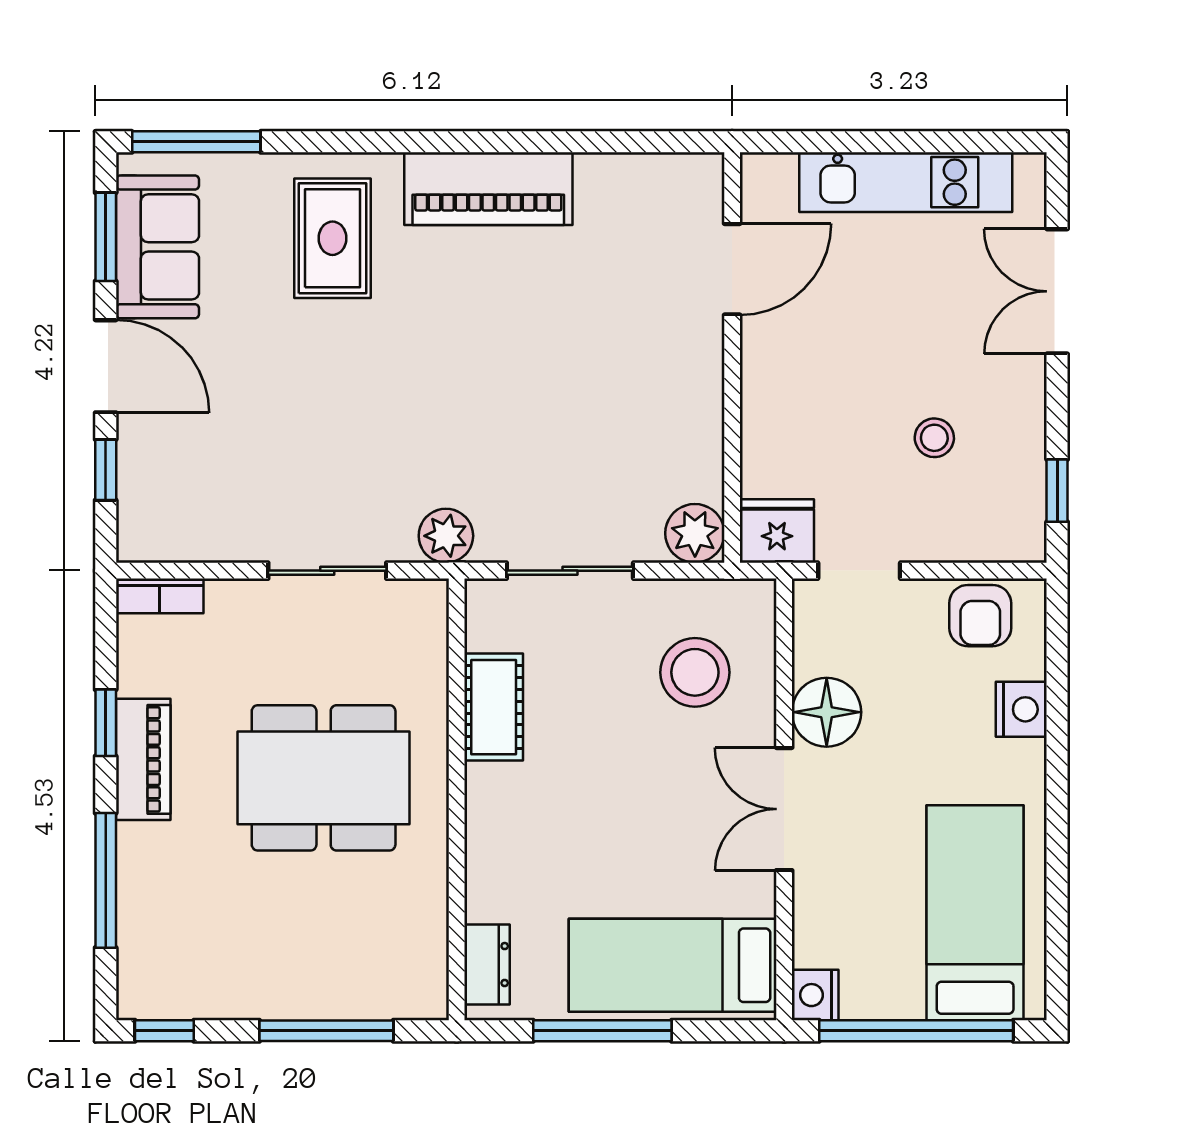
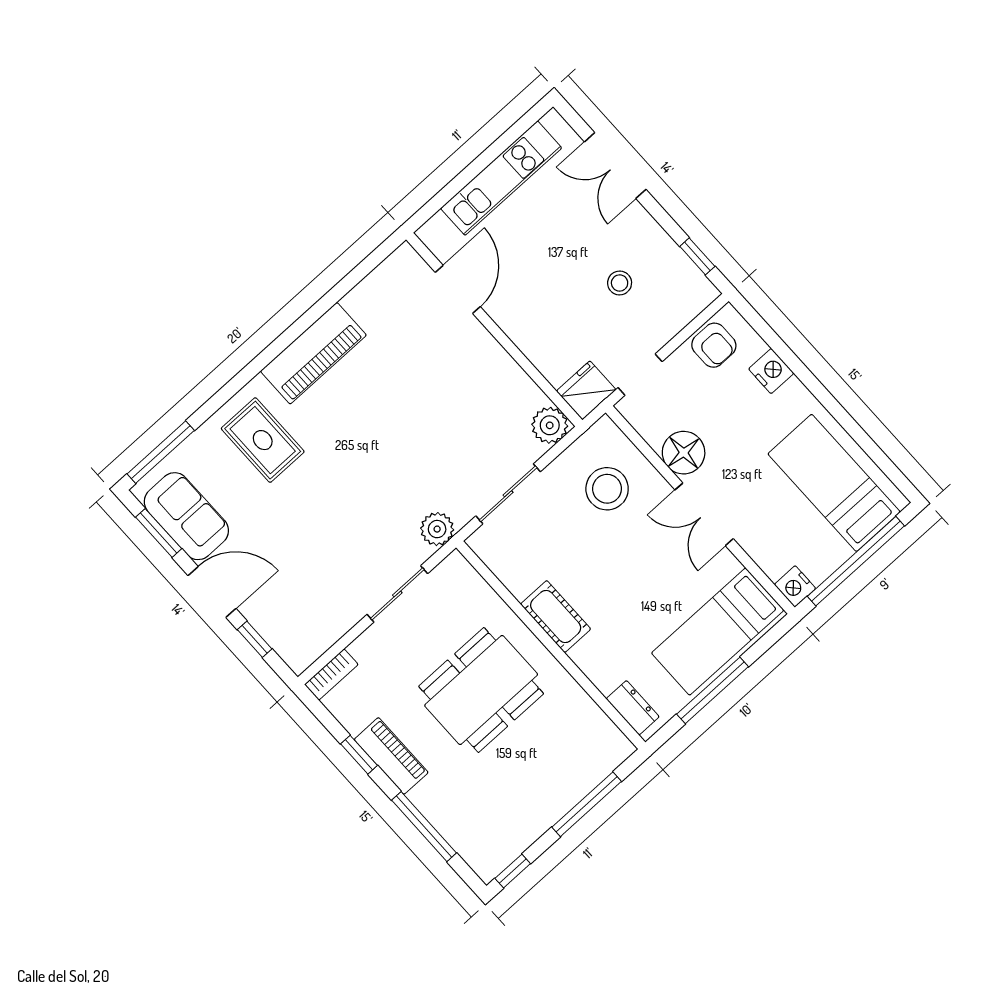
cot: (494, 707) -> (556, 617), moved

